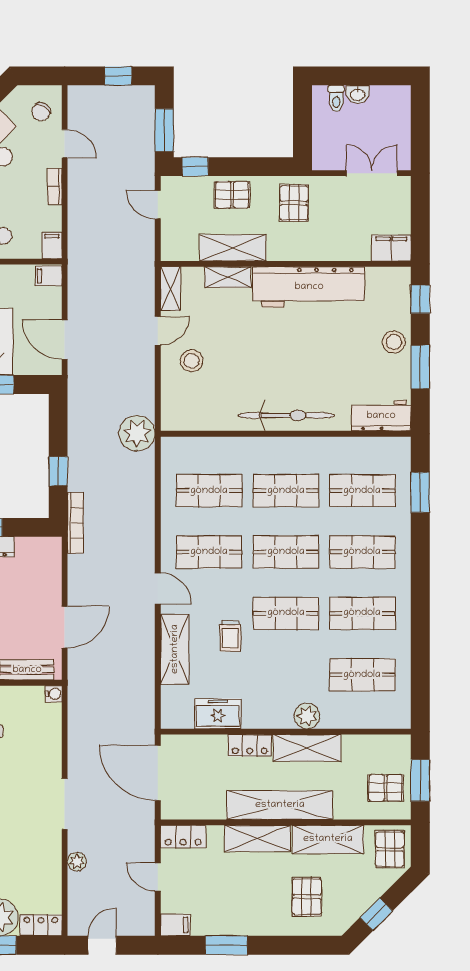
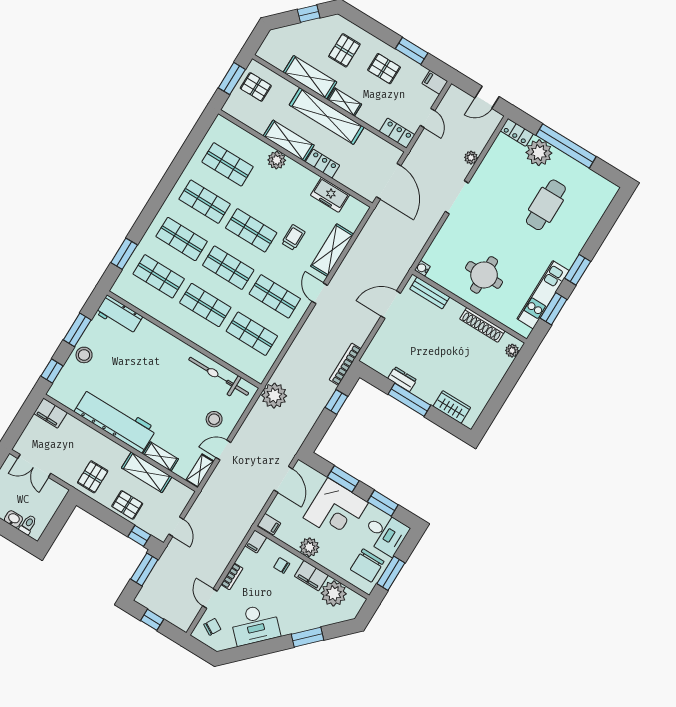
bicycle: (286, 415) -> (219, 376), moved
shelving: (258, 838) -> (345, 102), width x0.67, depth x0.75
pallet: (390, 849) -> (384, 69), moved, turned 90

